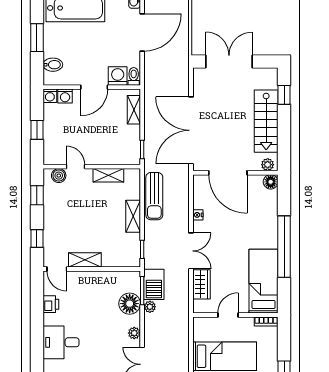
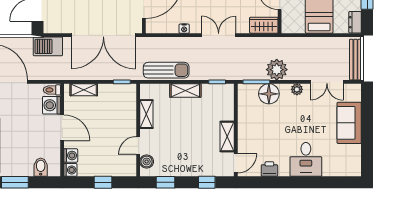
barbecue: (154, 284) -> (48, 46), moved, turned 180
wardrobe: (201, 284) -> (264, 25), moved
plant: (150, 307) -> (277, 70), width x1.88, depth x1.88

